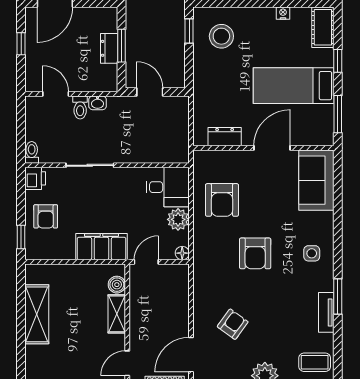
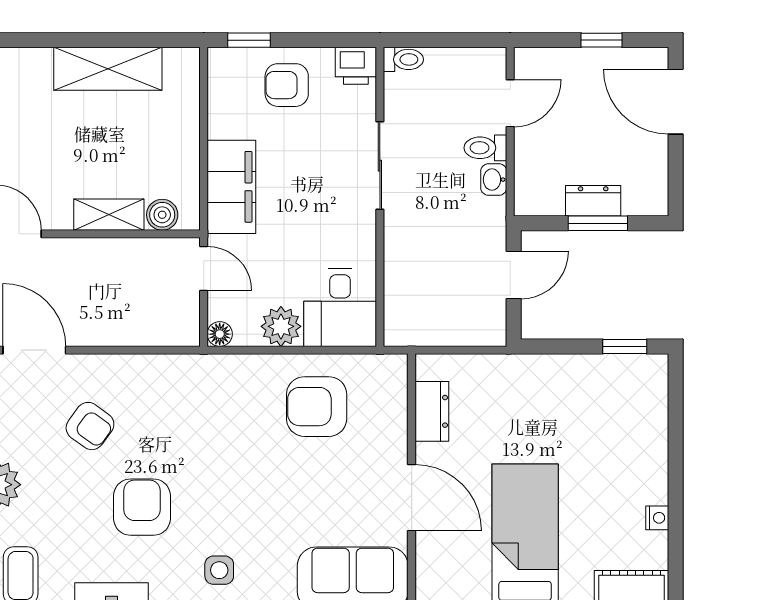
stool: (221, 36) -> (615, 406), removed
armchair: (255, 253) -> (142, 507), moved, turned 90

